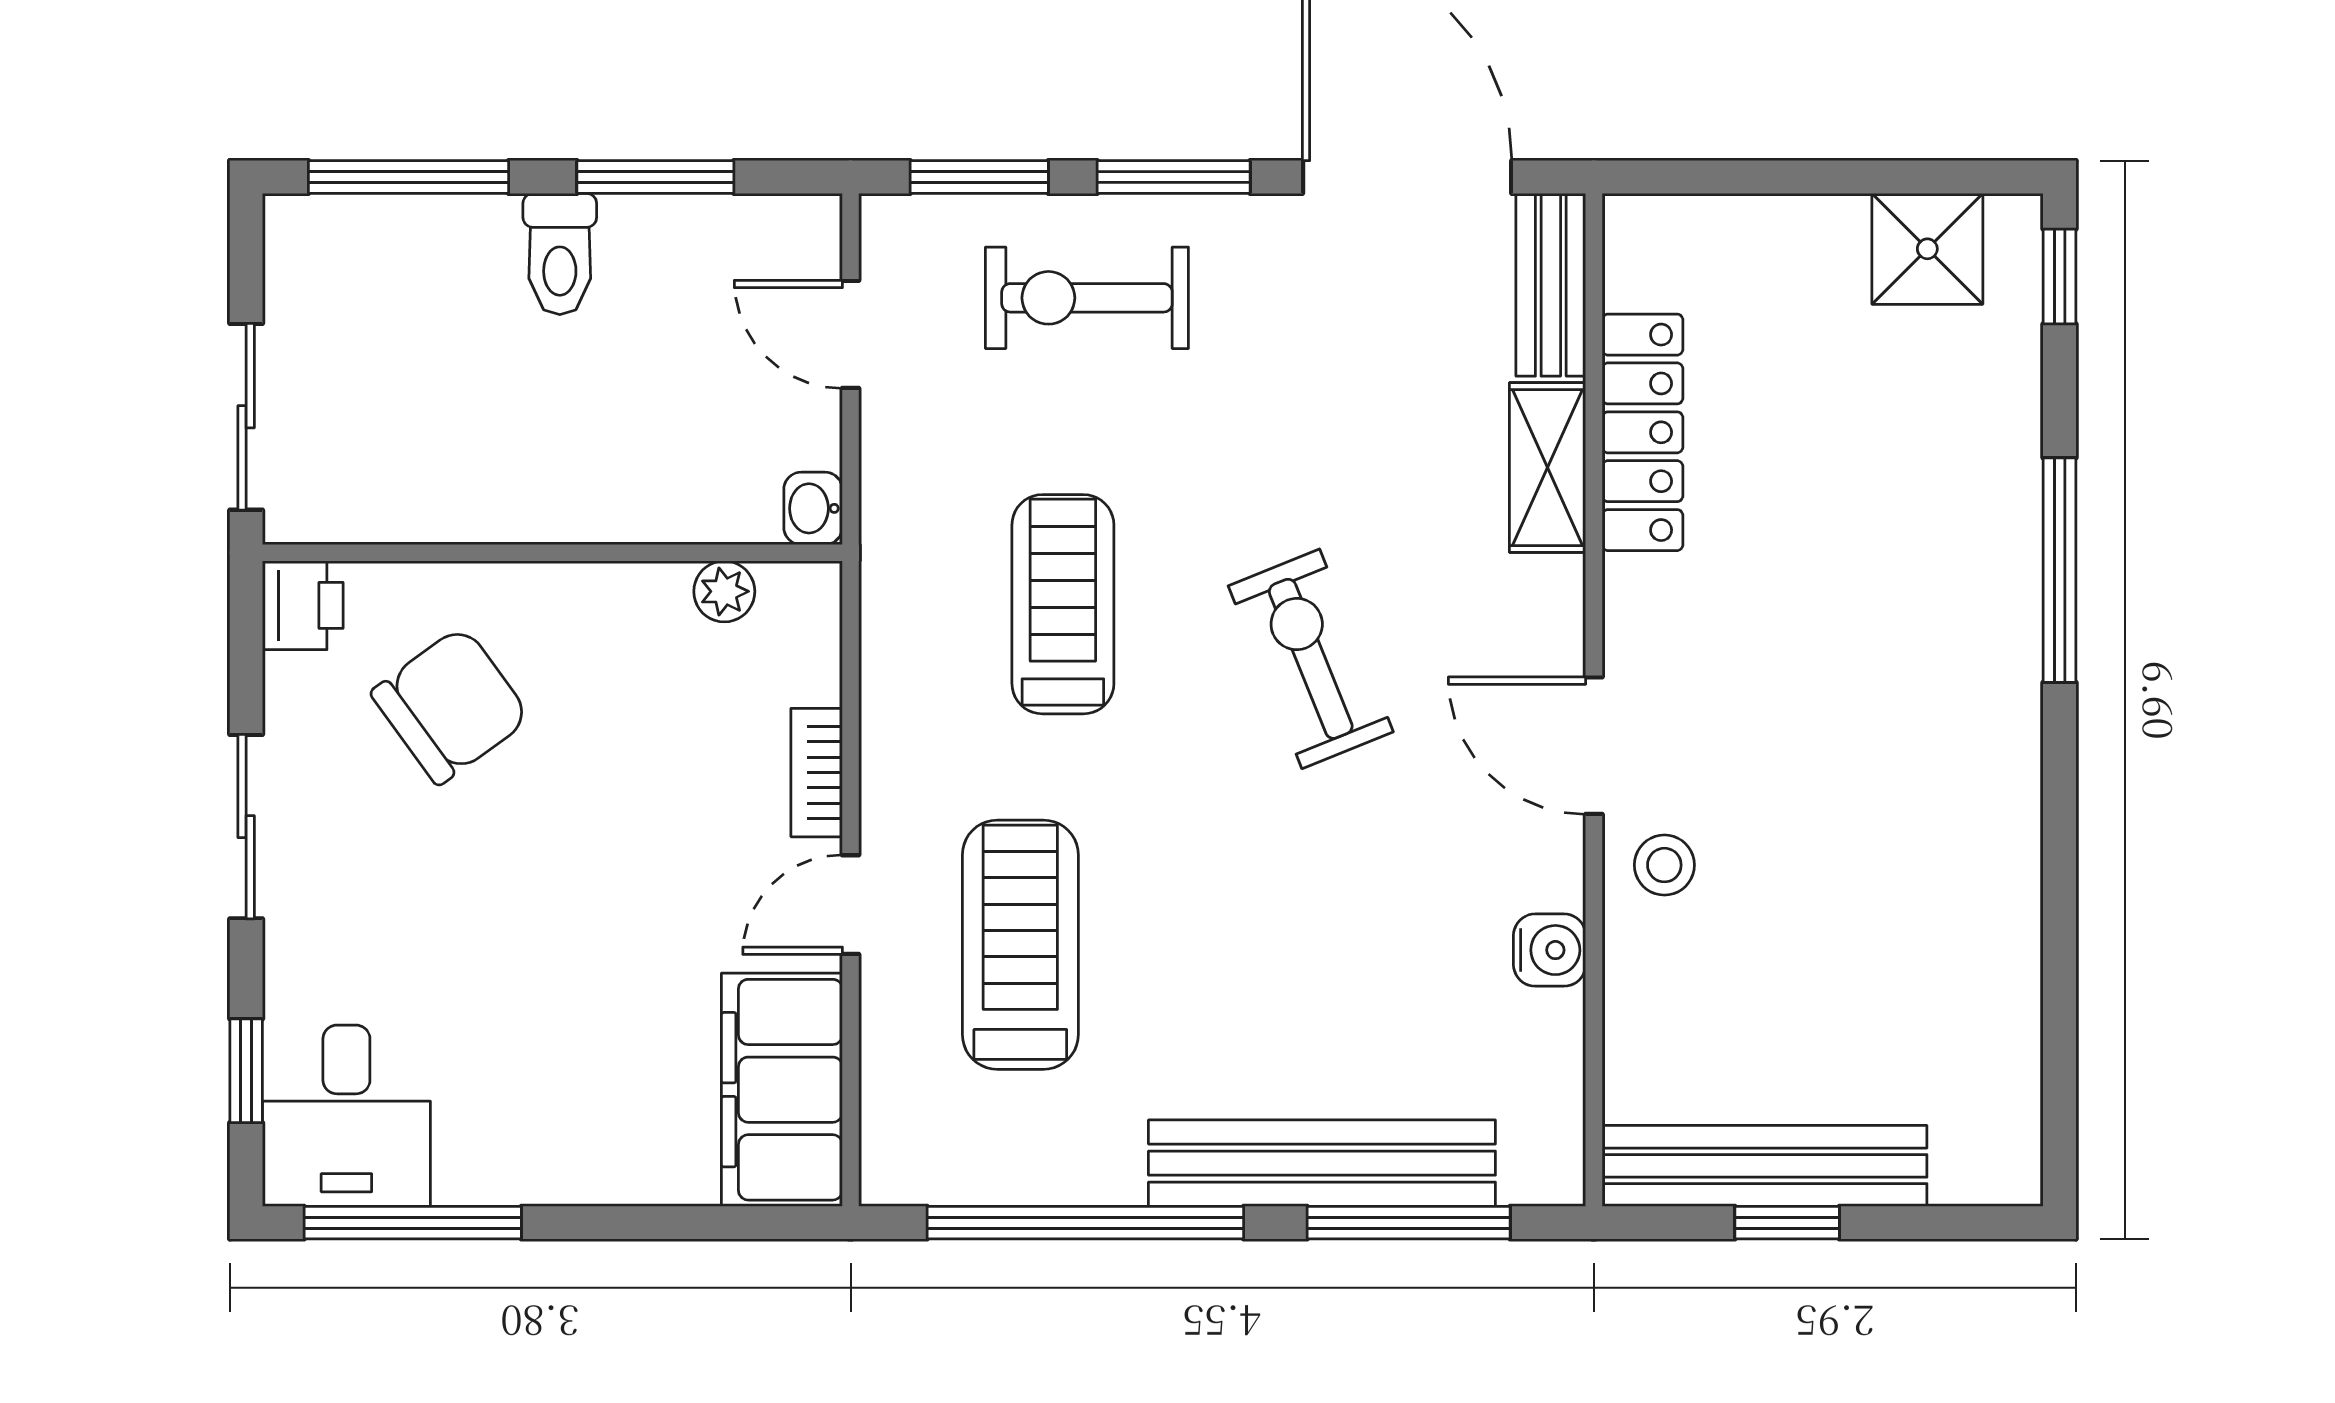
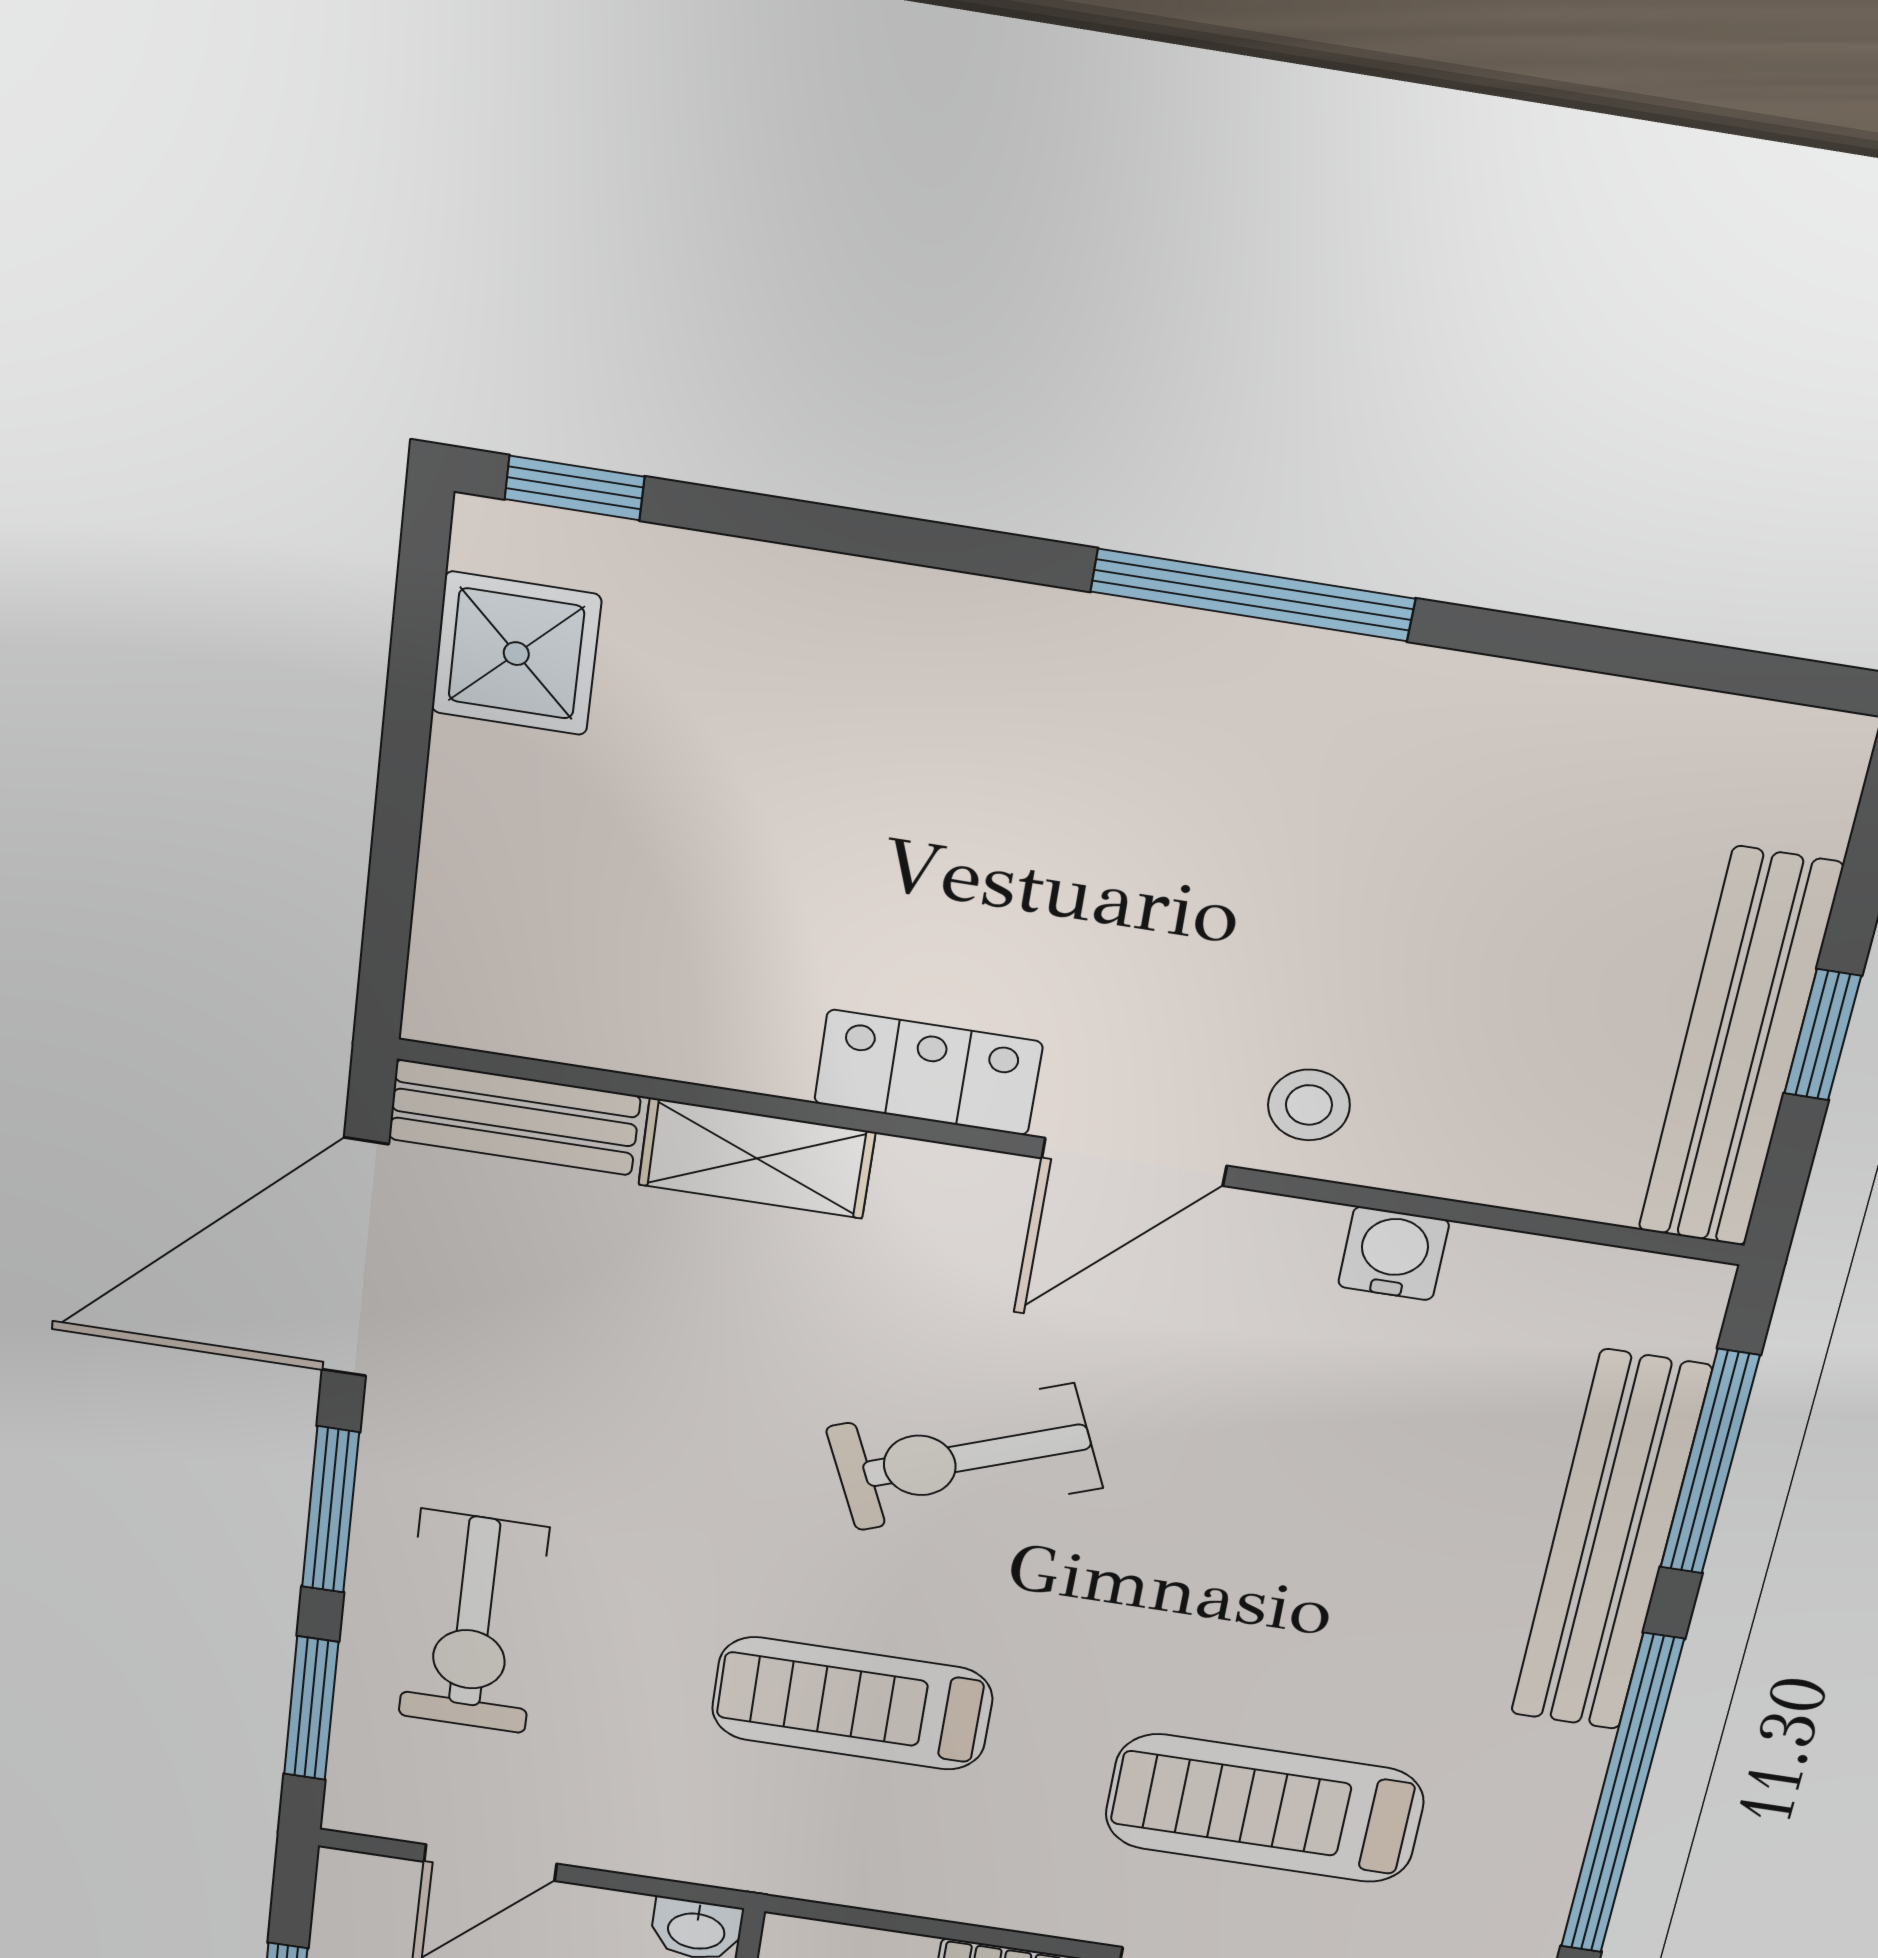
locker: (1642, 432) -> (928, 1073), moved, width x0.66
window: (2059, 570) -> (1253, 595), moved

